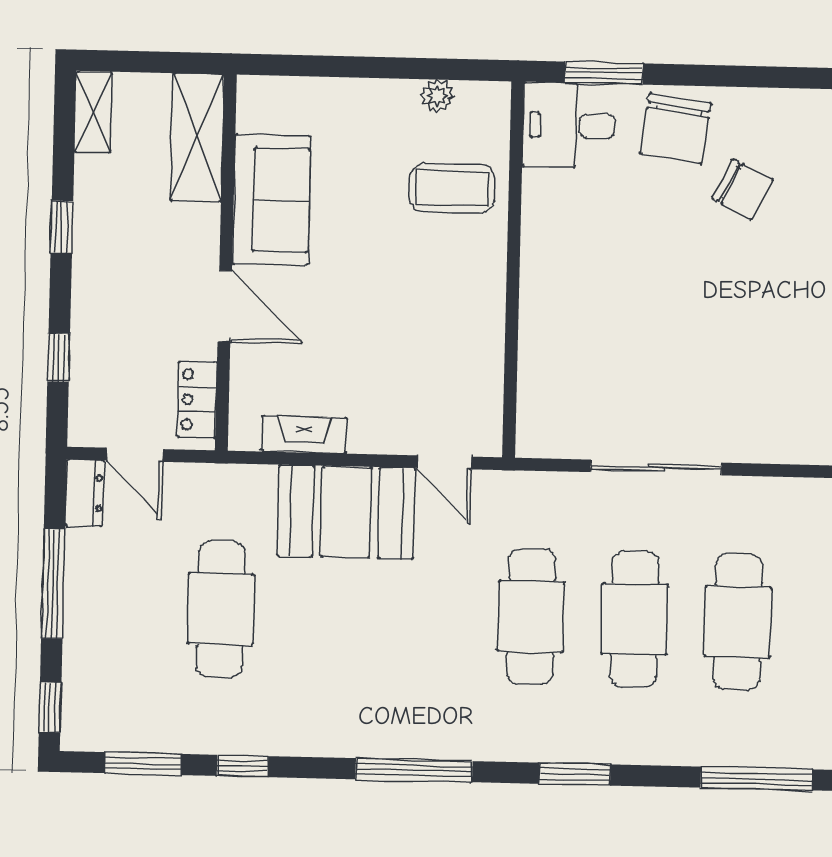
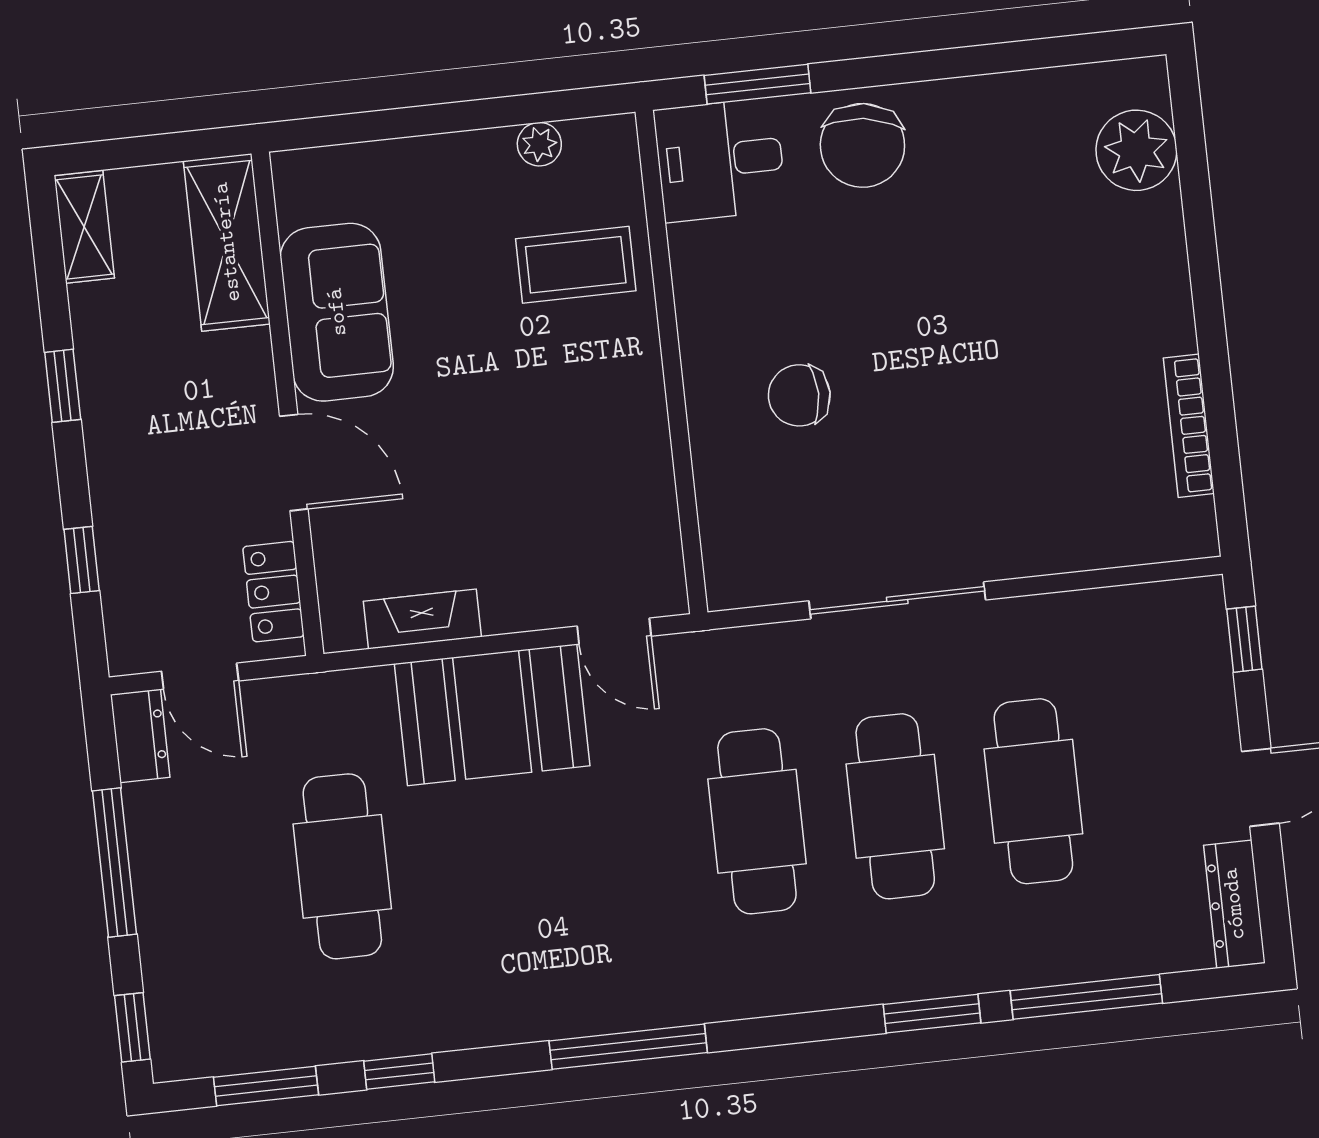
chair: (742, 189) -> (799, 395), moved, turned 153
window: (575, 774) -> (932, 1014), moved

